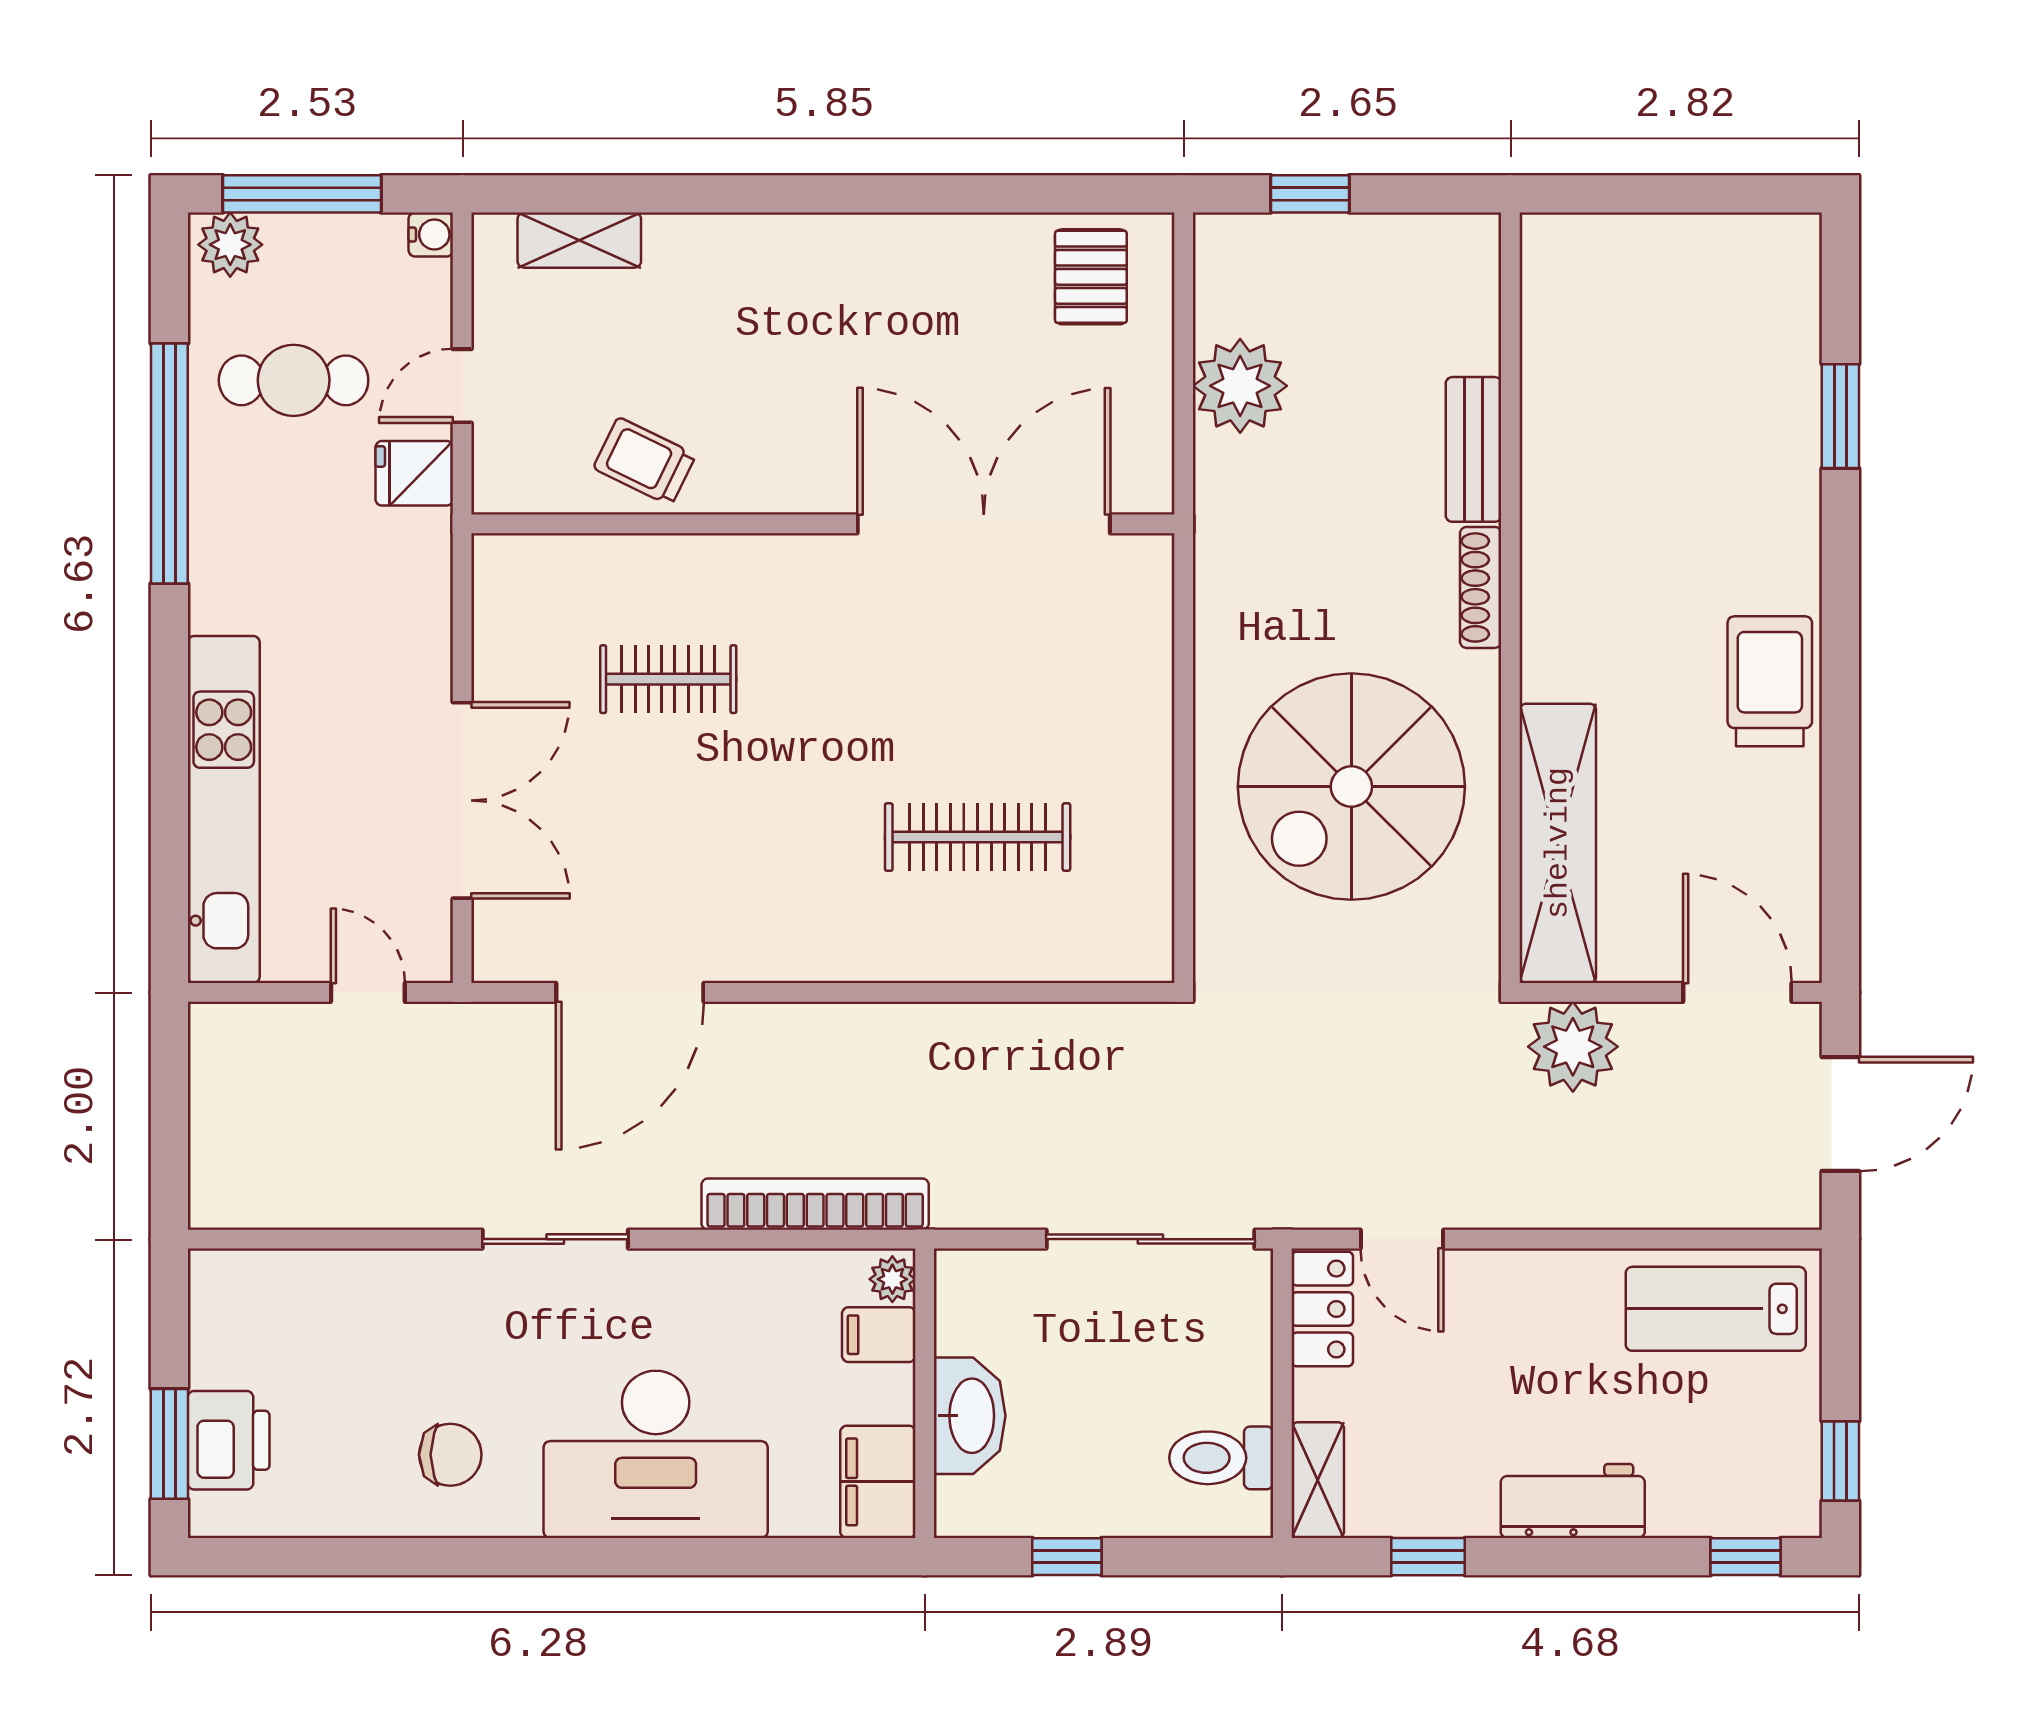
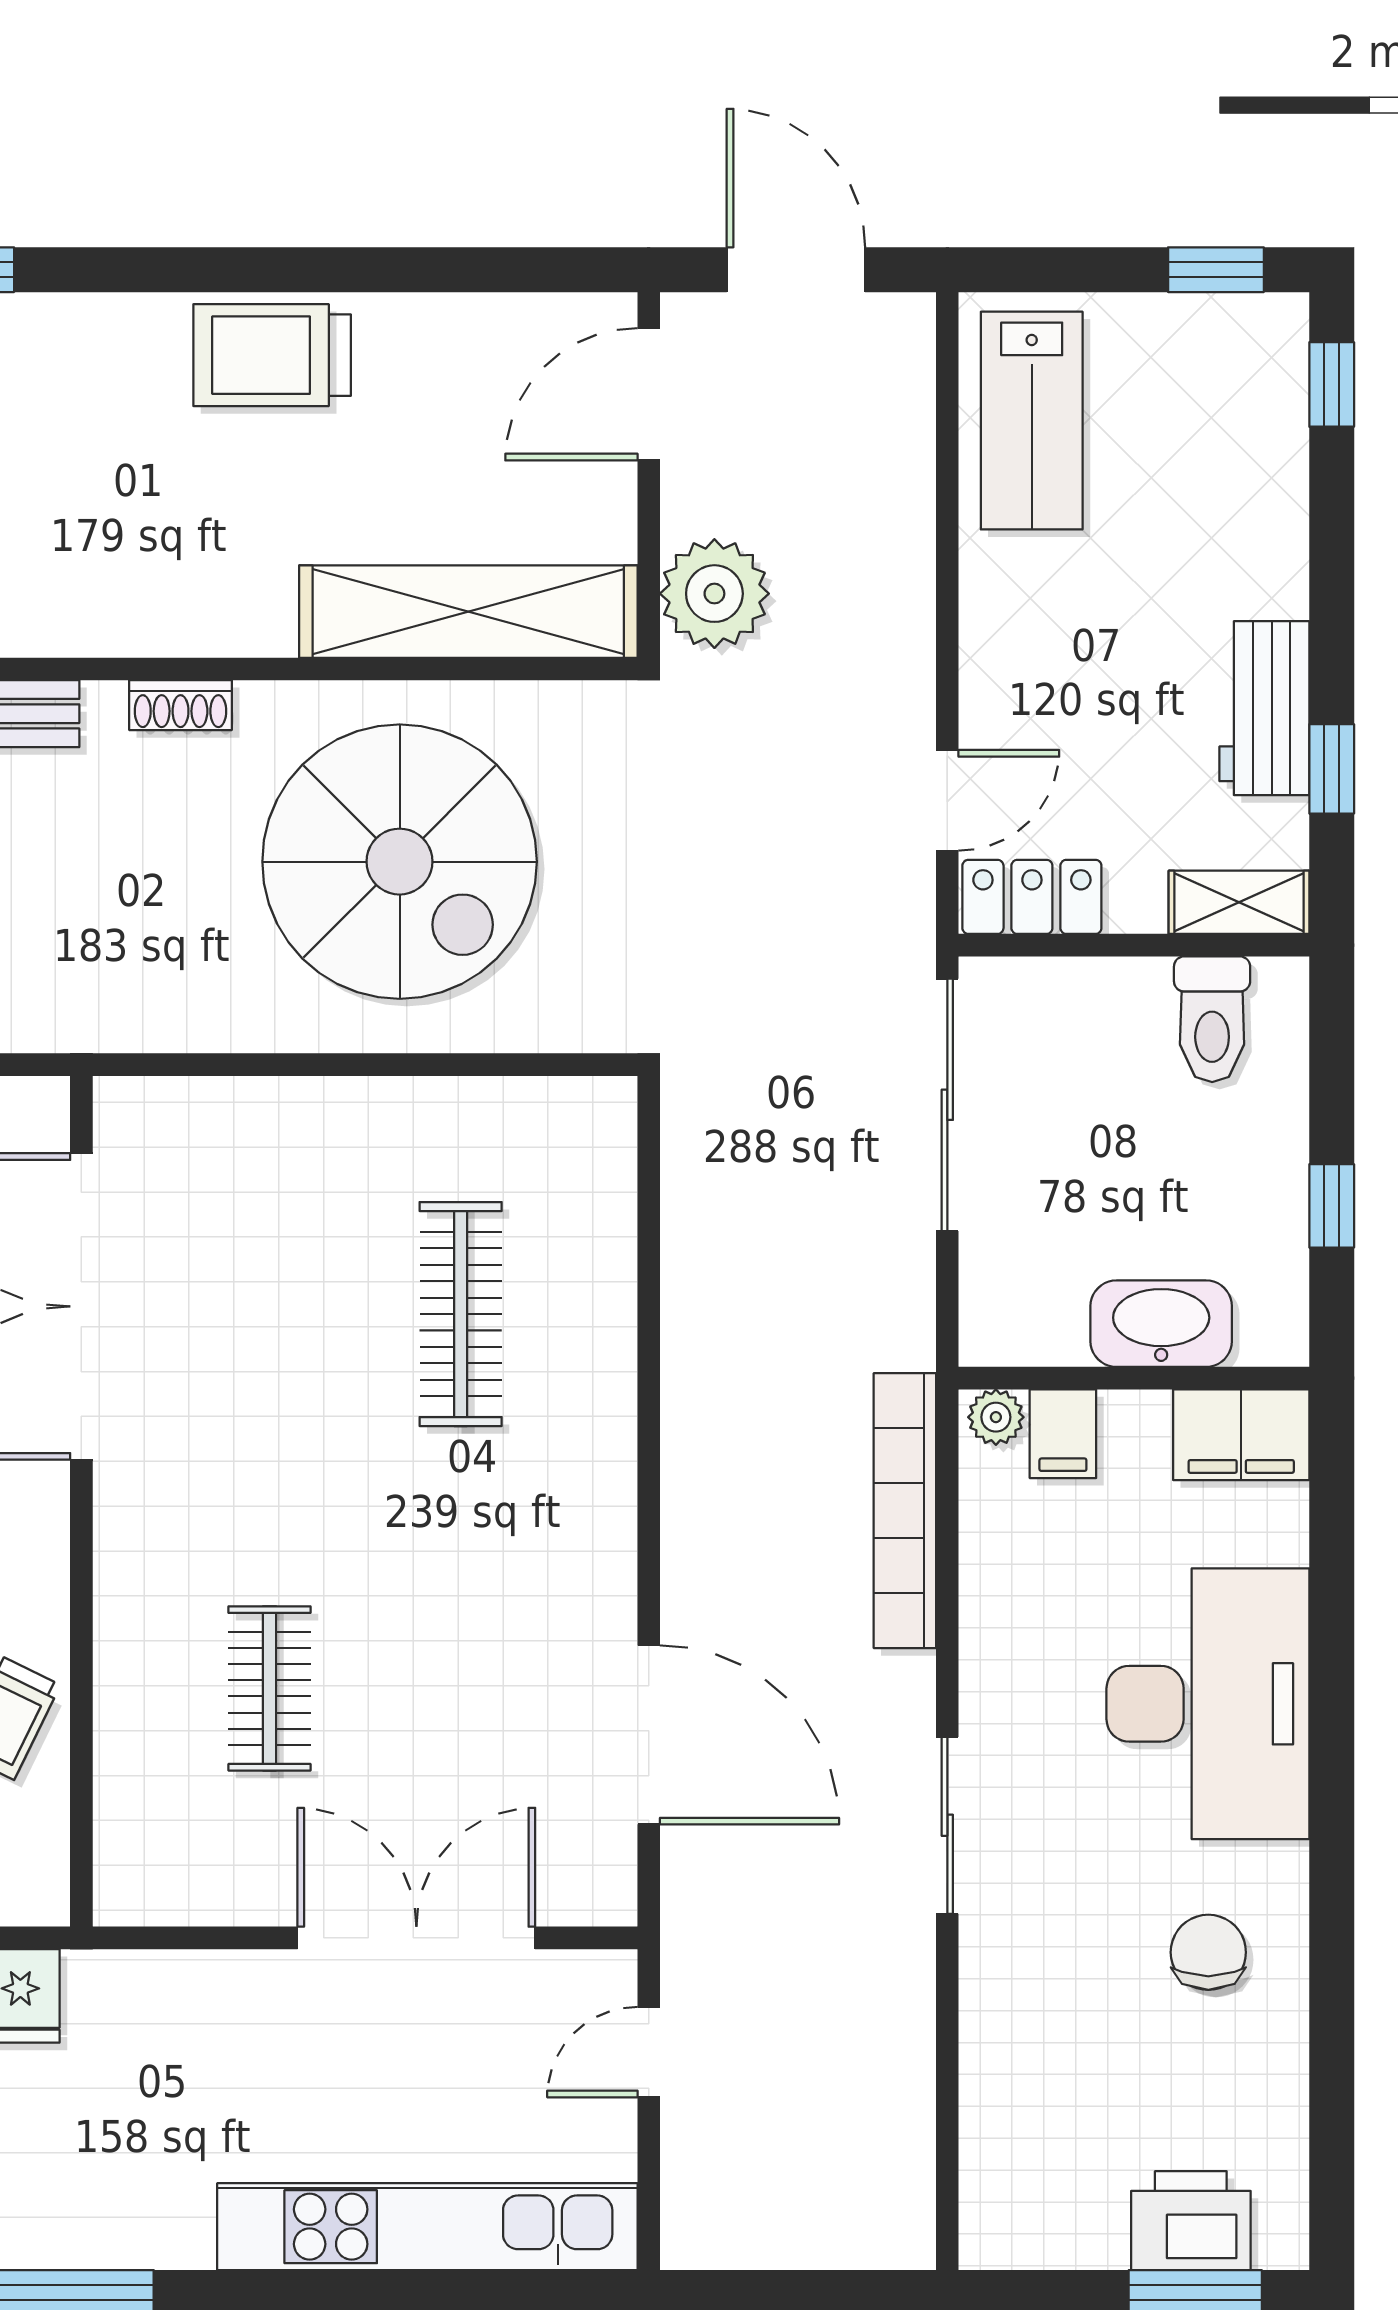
shoe rack: (1481, 587) -> (181, 705), width x0.70
workbench: (1573, 1501) -> (1264, 708), moved

